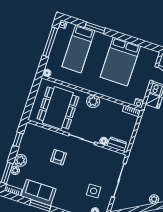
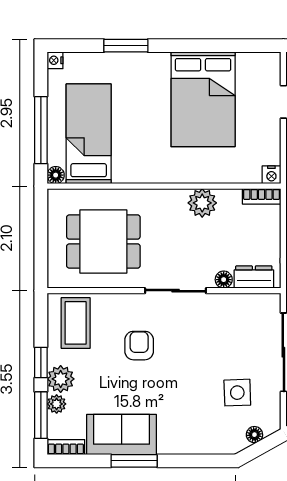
window: (50, 42) -> (41, 130), moved
bed: (78, 49) -> (89, 134), moved, turned 180
plant: (93, 101) -> (202, 203), moved
dining table: (58, 108) -> (103, 241), width x0.73
coffee table: (35, 139) -> (76, 323), added
window: (18, 140) -> (41, 362), moved

